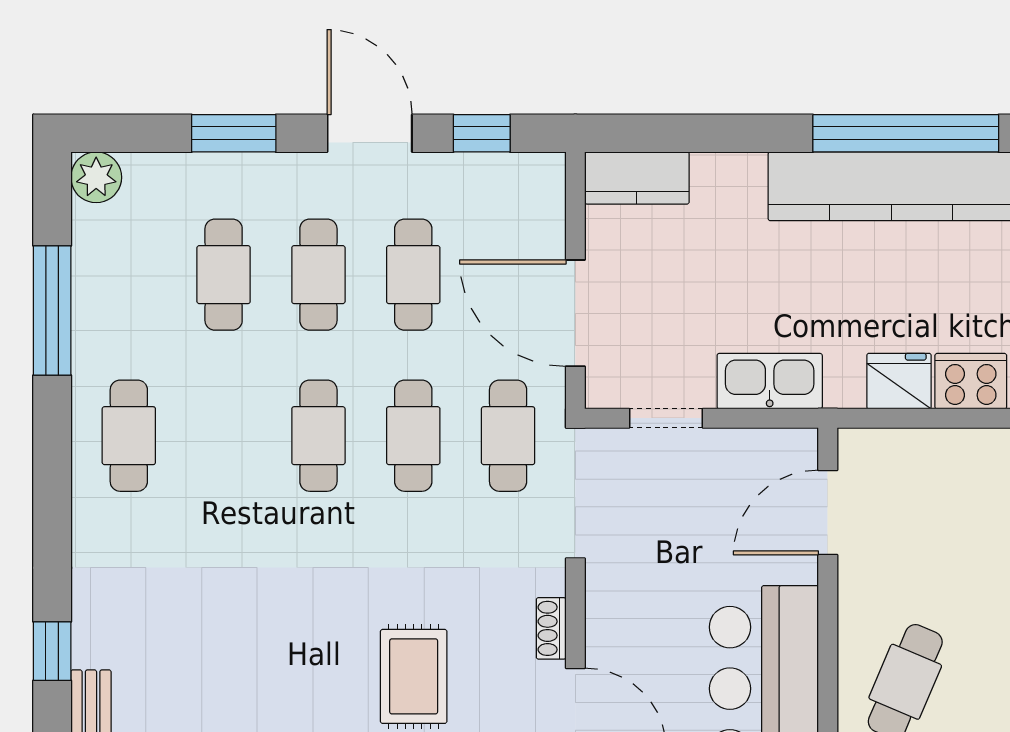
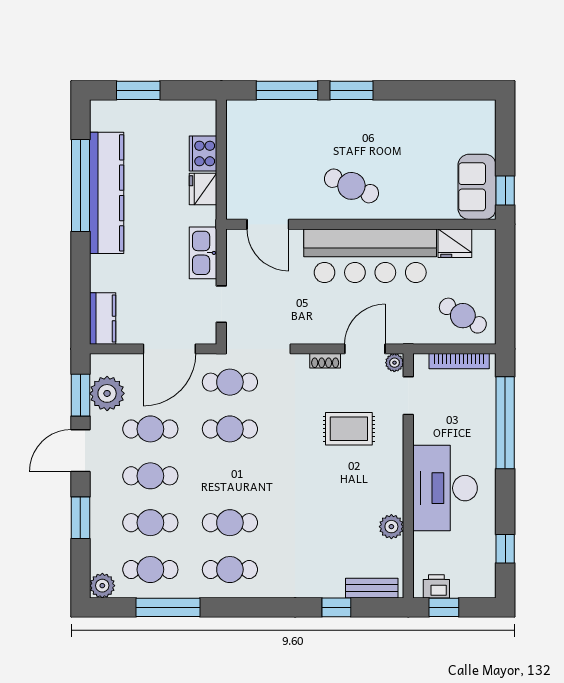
window: (482, 133) -> (80, 395), width x1.50
plant: (485, 187) -> (107, 393), added
cafe table: (129, 275) -> (150, 570), added
cafe table: (318, 436) -> (230, 523), moved

